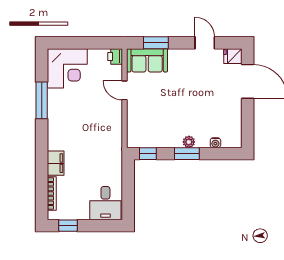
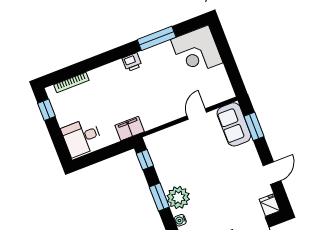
printer: (115, 56) -> (132, 62), moved, turned 180
plant: (189, 142) -> (178, 198), width x1.88, depth x1.88
filing cabinet: (56, 163) -> (130, 128), moved, turned 180

